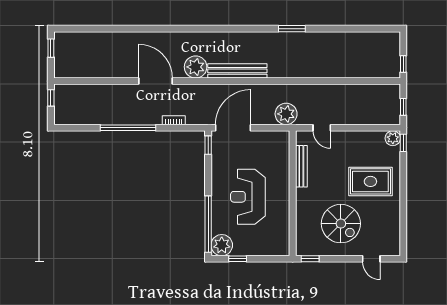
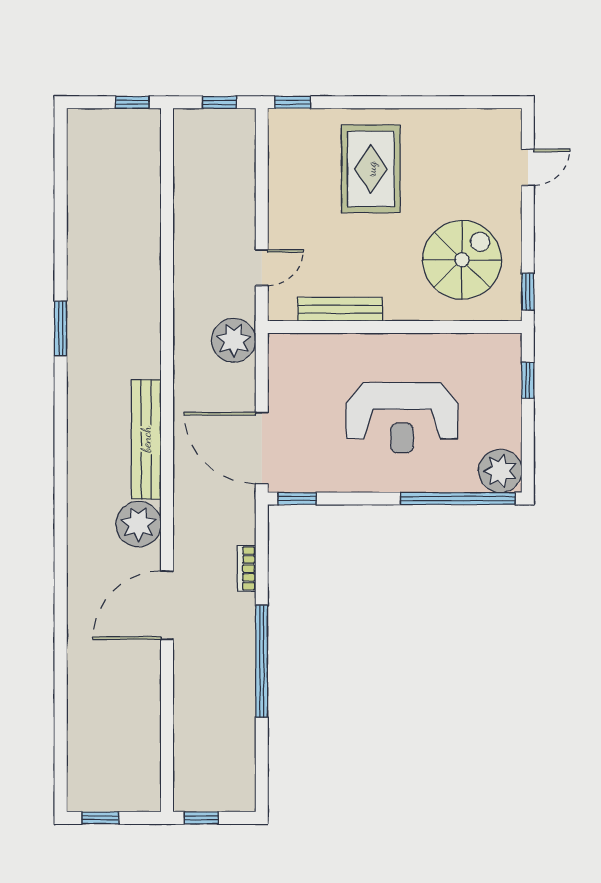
plant: (393, 138) -> (283, 124), removed
spiral stairs: (341, 224) -> (462, 260), moved
window: (238, 259) -> (528, 380), moved

